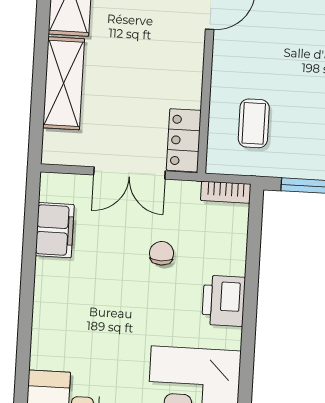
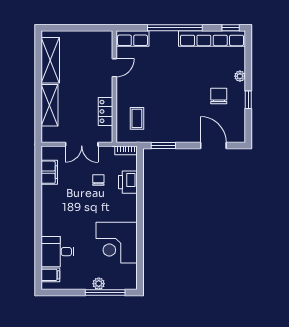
locker: (184, 140) -> (106, 111), moved
printer: (224, 301) -> (128, 182), moved

